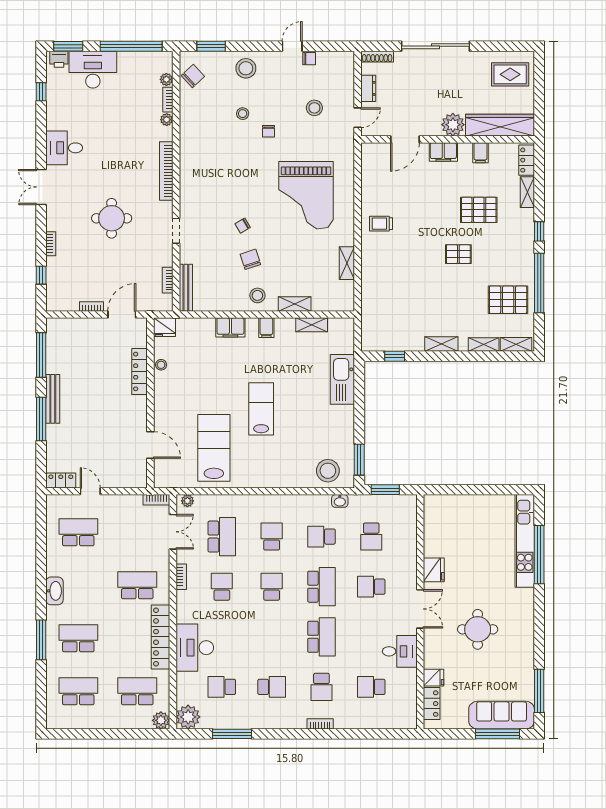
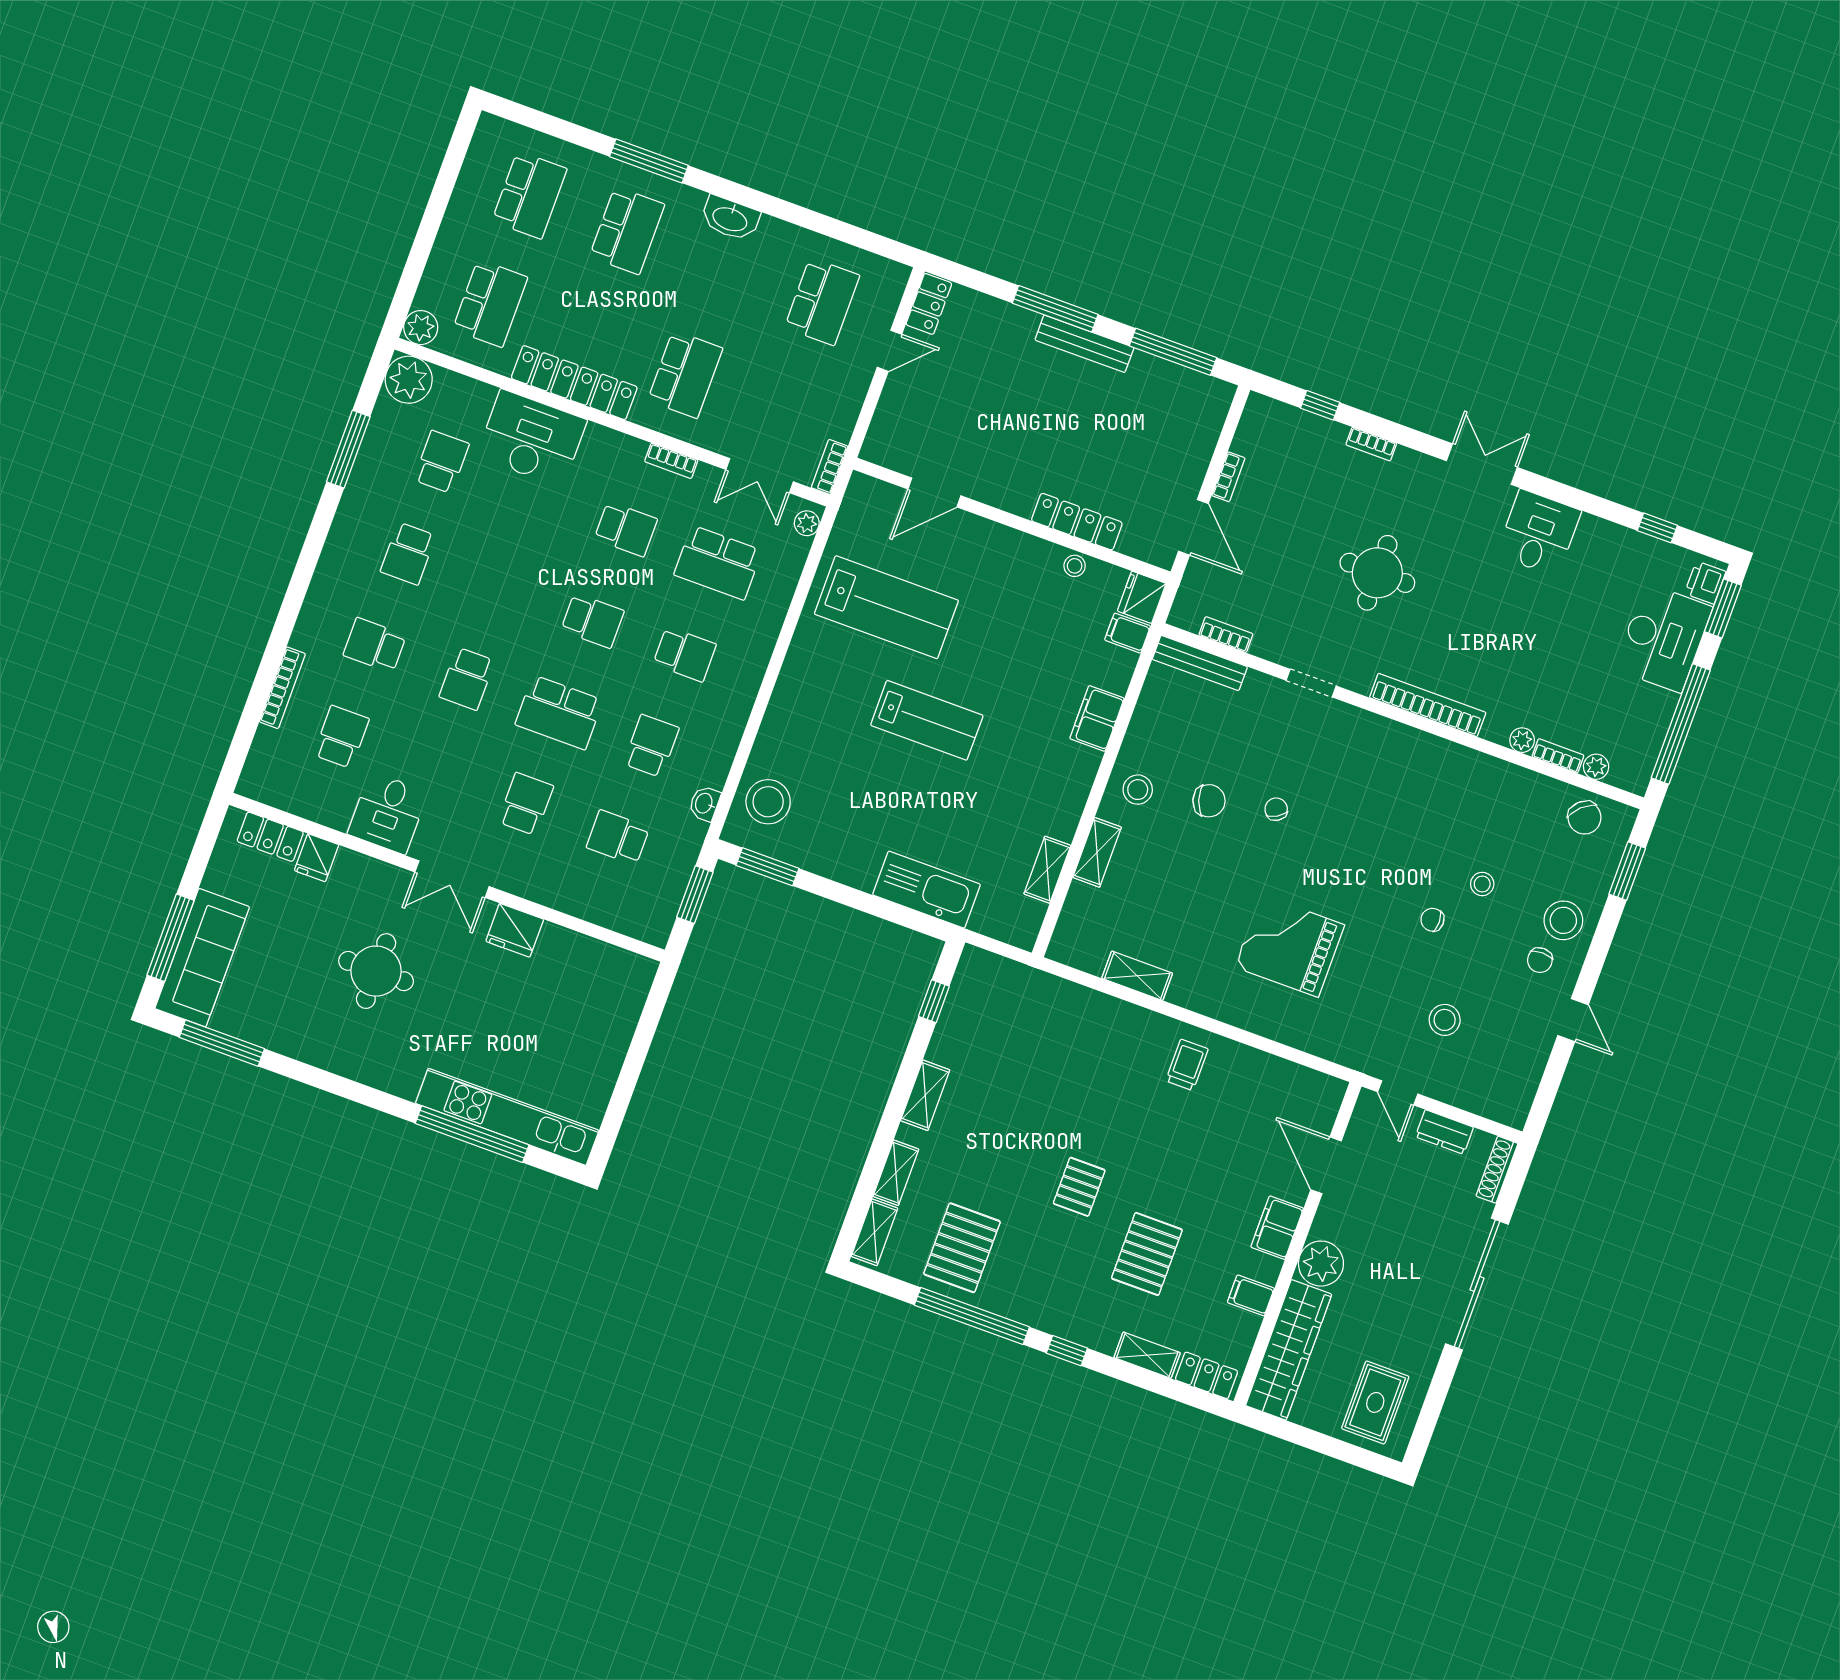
chair: (309, 59) -> (1540, 960), moved
grand piano: (306, 195) -> (1290, 946), width x0.73, depth x0.68
filing cabinet: (266, 328) -> (1128, 633), moved
school desk: (321, 637) -> (467, 679), width x0.54
bookcase: (320, 724) -> (282, 688), moved, width x1.56

